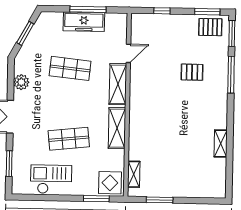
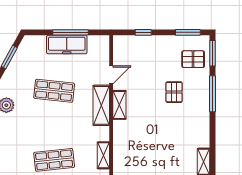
pallet: (210, 27) -> (193, 59), moved
pallet: (192, 72) -> (174, 92), turned 90
shelving: (136, 84) -> (119, 105), added
shelving: (117, 128) -> (103, 155), width x0.67, depth x0.75

